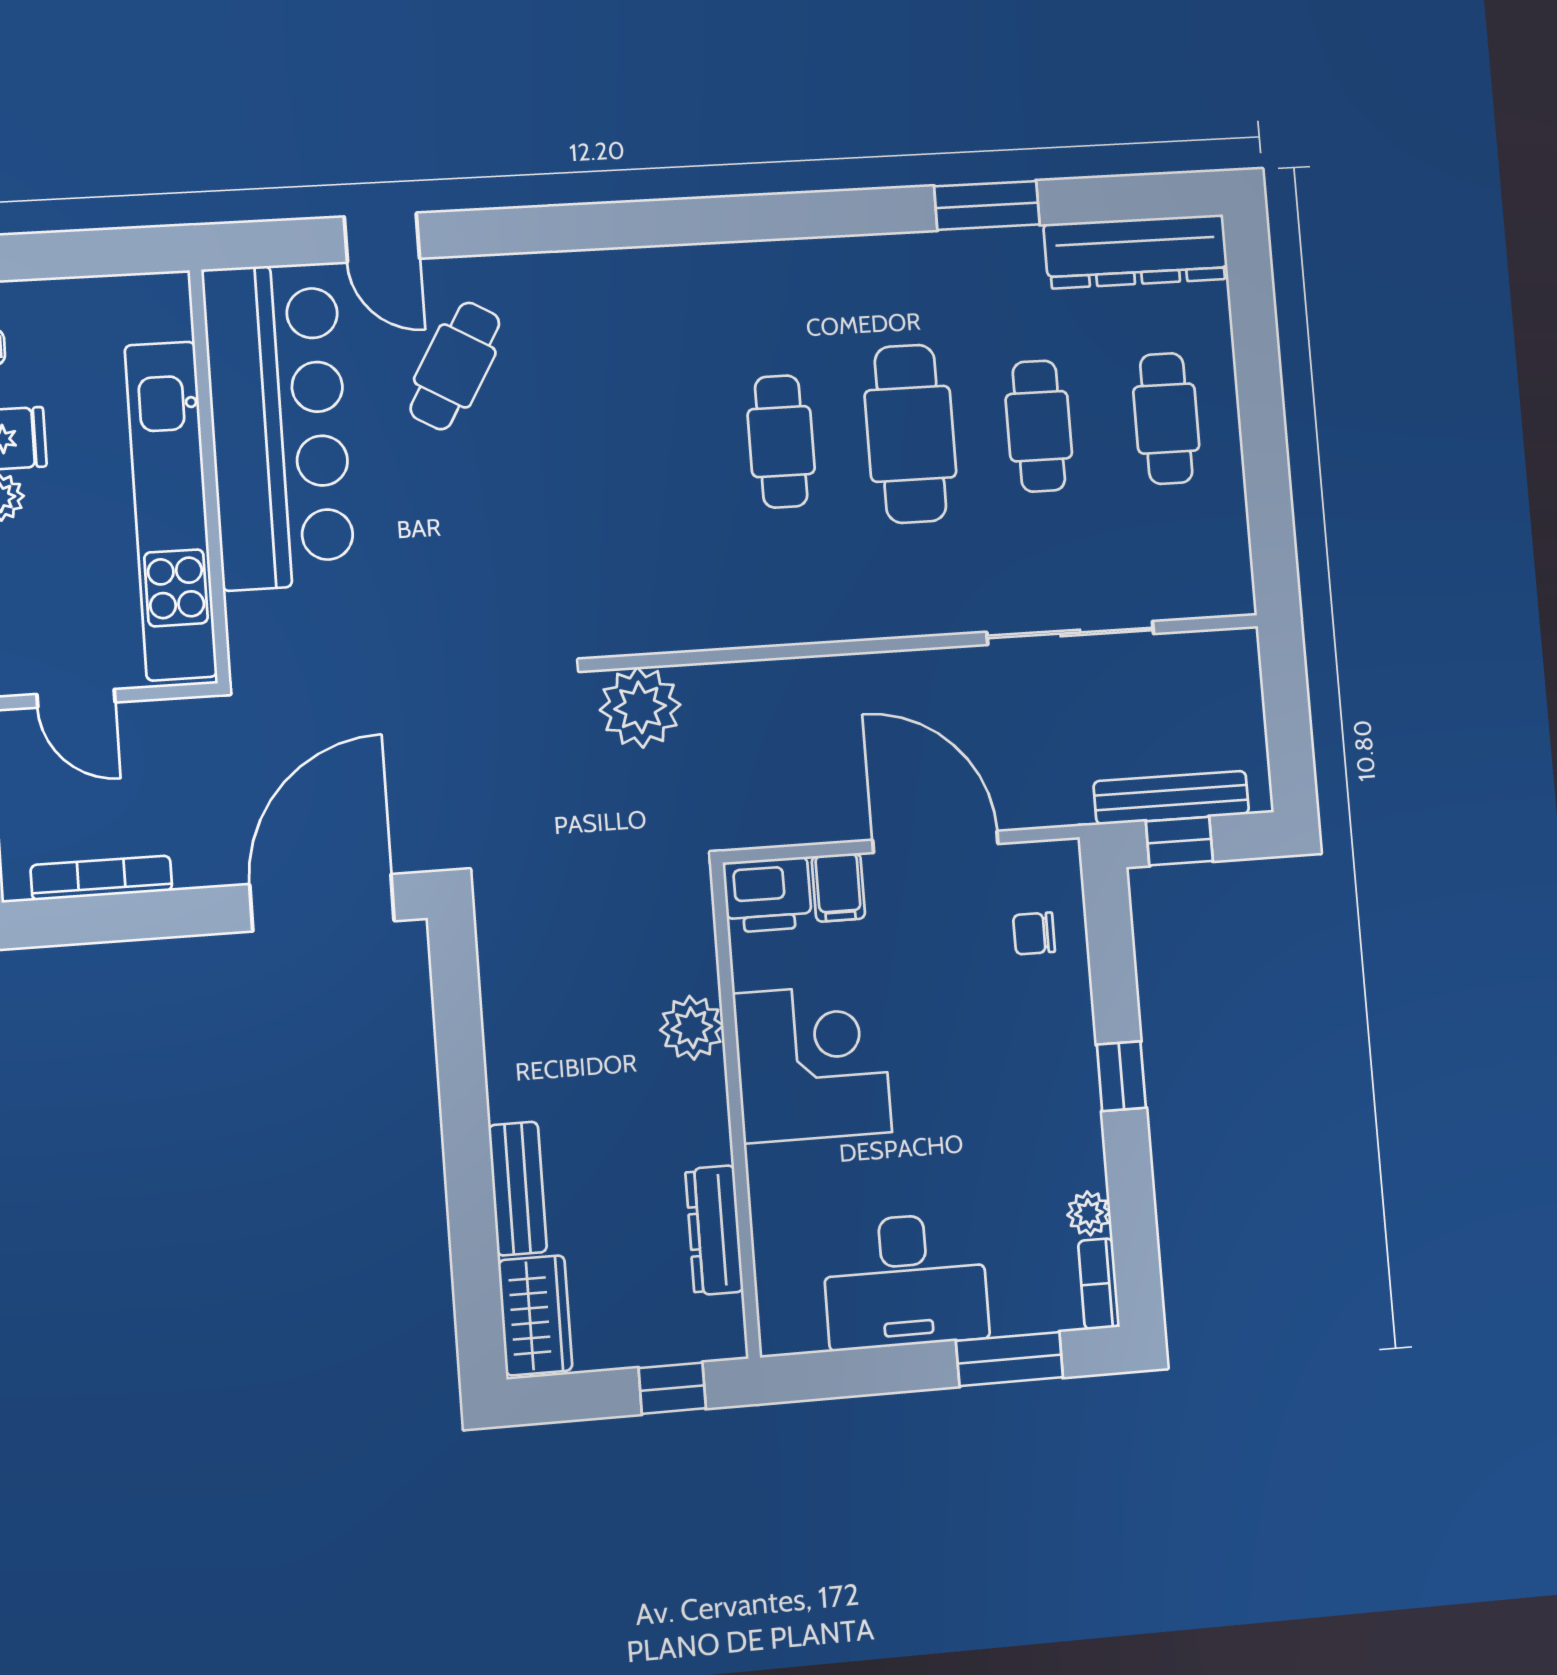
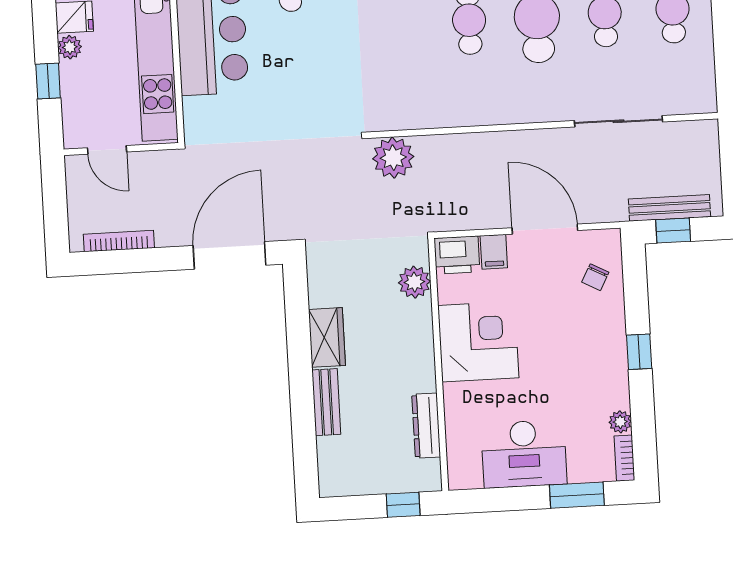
chair: (1034, 933) -> (595, 277), turned -62
plant: (692, 1028) -> (414, 282), moved
wardrobe: (535, 1315) -> (327, 337), moved

